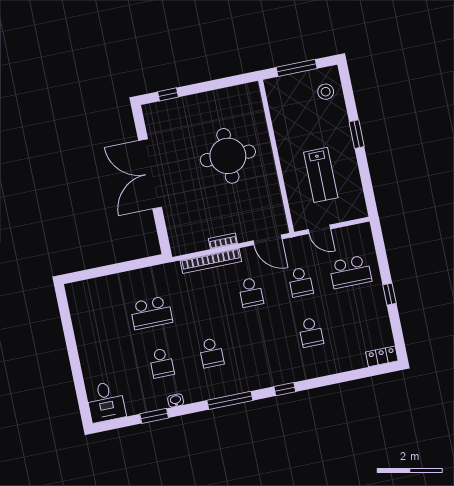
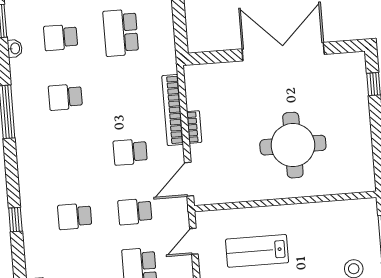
window: (285, 389) -> (15, 220), moved

